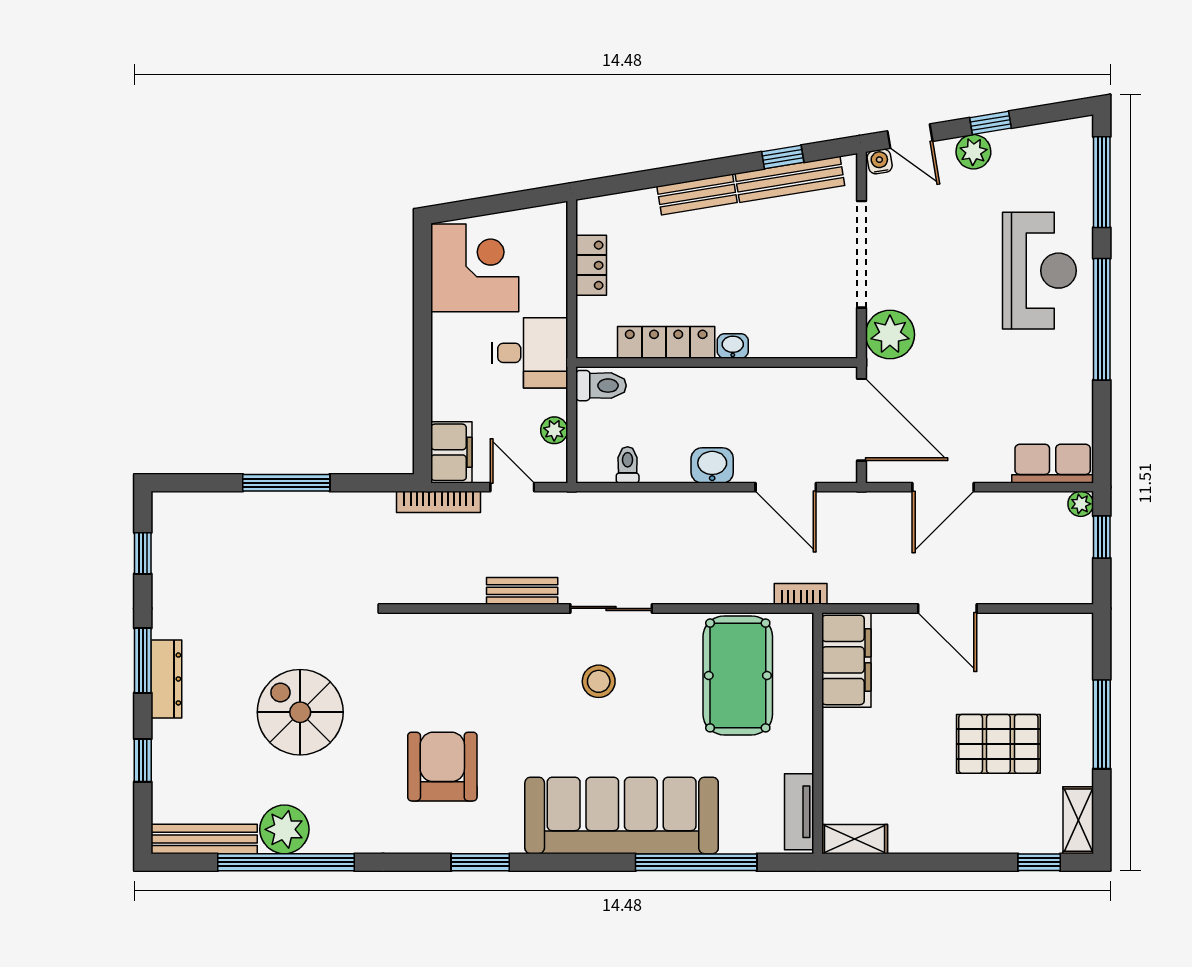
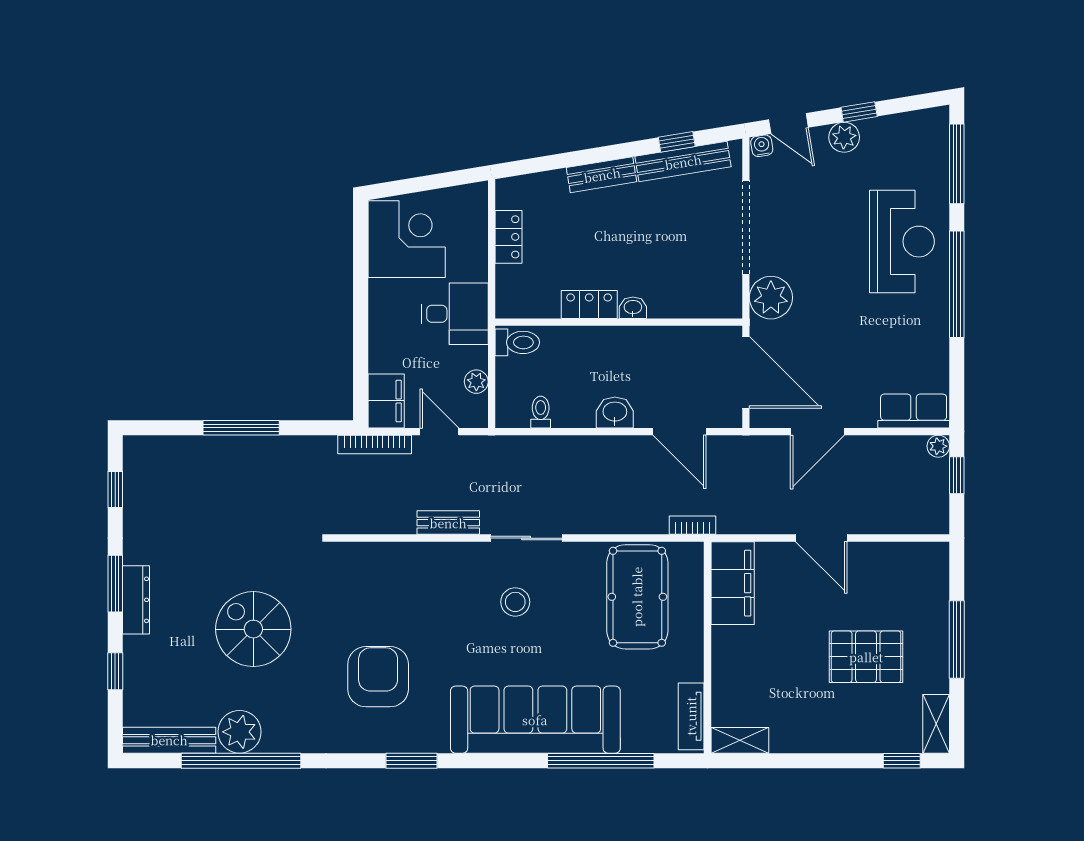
locker: (666, 342) -> (589, 305), width x0.66

